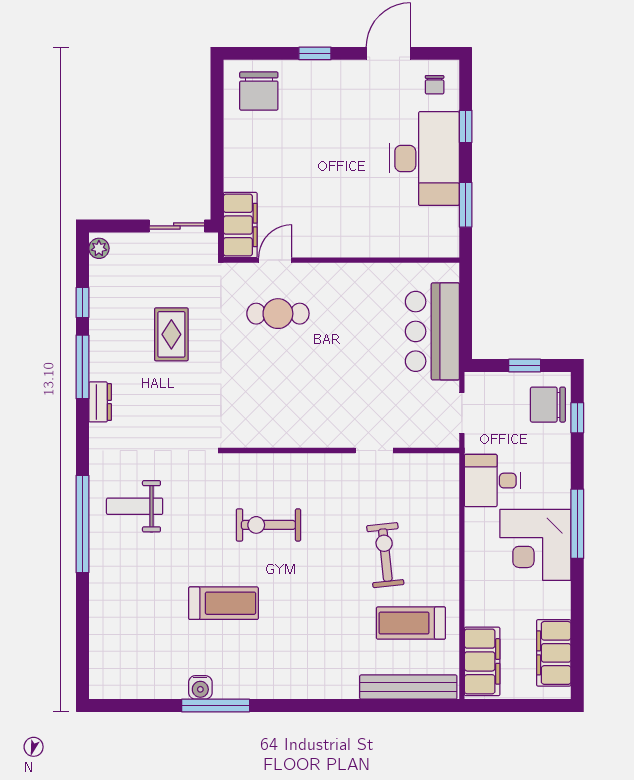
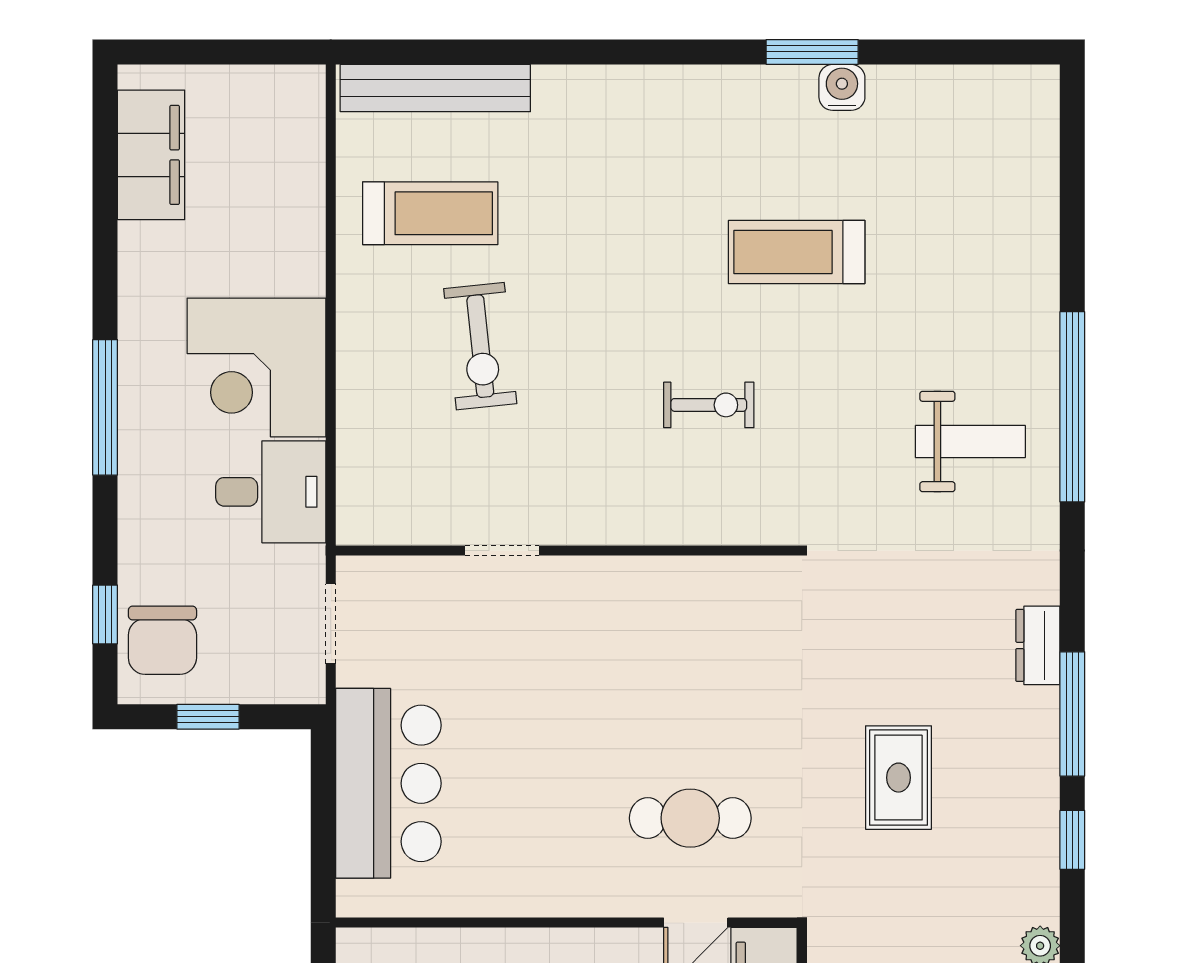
chair: (548, 405) -> (162, 640), turned 90
exercise bike: (268, 525) -> (709, 405), width x0.73, depth x0.72
corner desk: (535, 545) -> (256, 367), moved, turned 180
filing cabinet: (482, 661) -> (291, 138), removed
window: (216, 706) -> (812, 52), width x0.69

